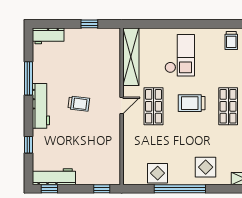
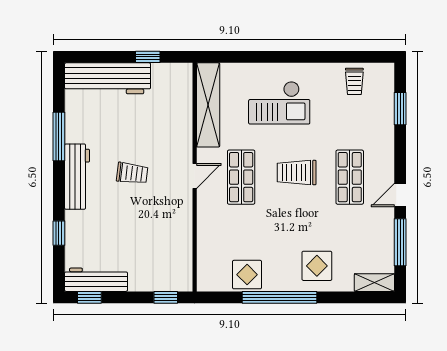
workbench: (48, 36) -> (108, 78), width x1.88, depth x1.32
checkout: (180, 55) -> (279, 103), turned 90

